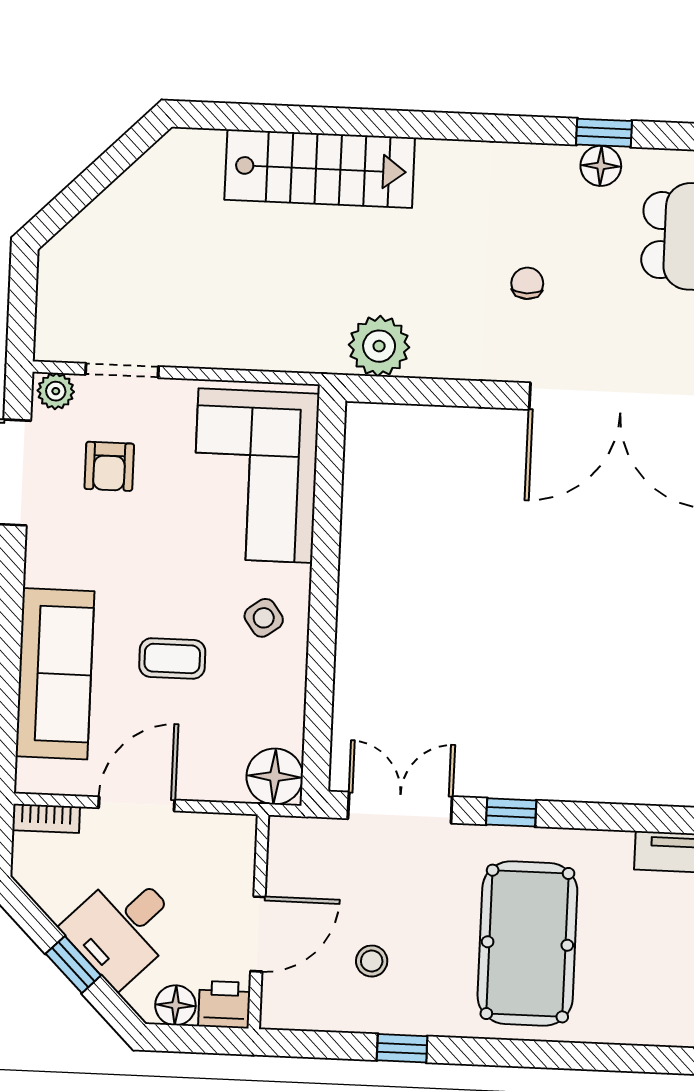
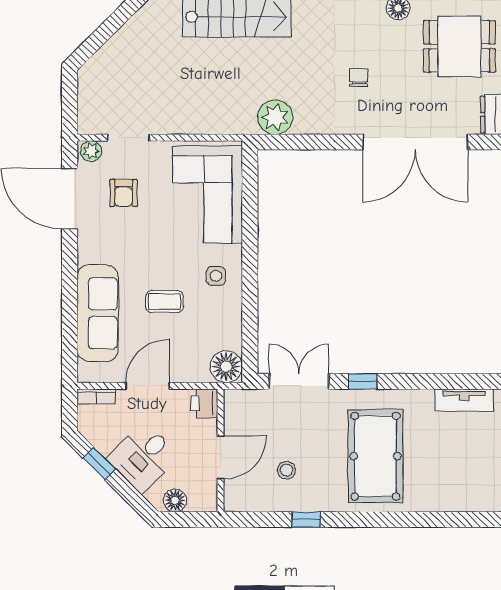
side table: (264, 618) -> (216, 276), turned 36
window: (73, 965) -> (99, 464), moved
printer: (224, 1005) -> (204, 403), moved, turned -90

